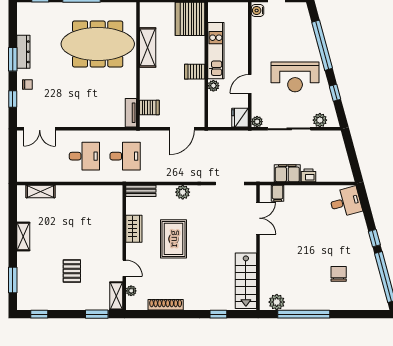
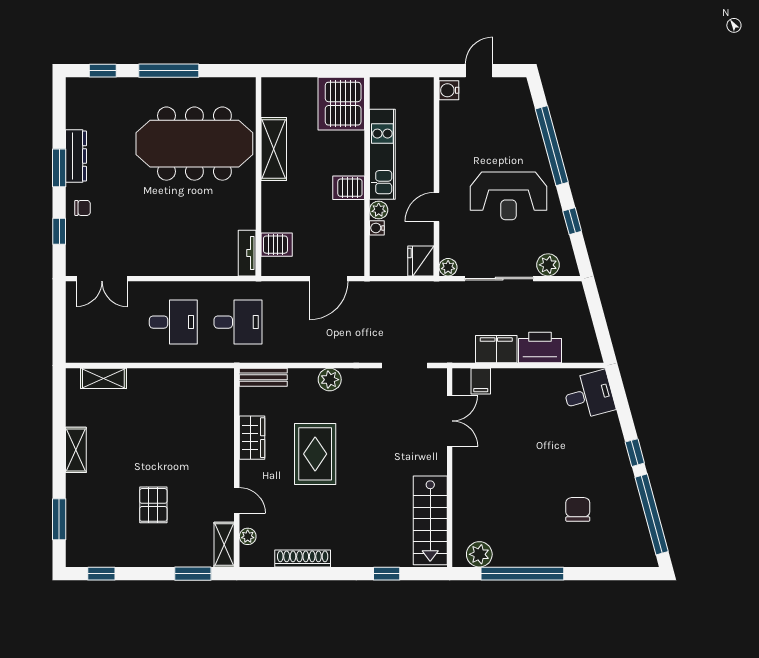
water cooler: (212, 97) -> (377, 228), added
printer: (309, 175) -> (540, 348), width x1.87, depth x1.48

